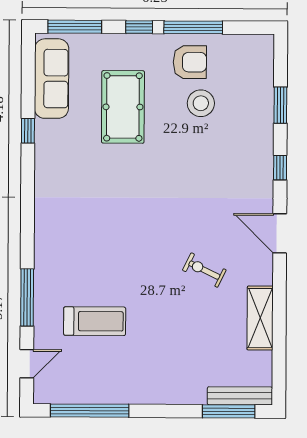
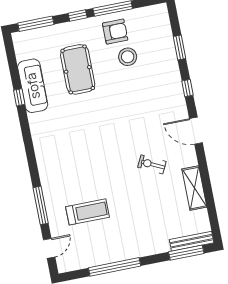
sofa: (52, 79) -> (33, 86), moved
window: (90, 411) -> (115, 267), moved

